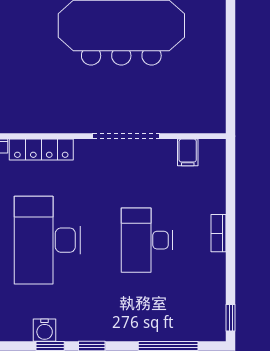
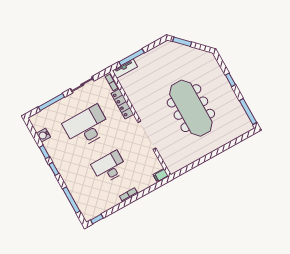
filing cabinet: (188, 152) -> (161, 175), moved
water cooler: (45, 330) -> (43, 135), moved

